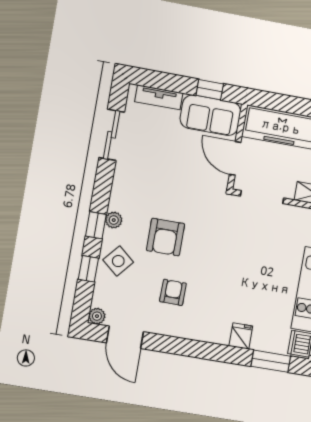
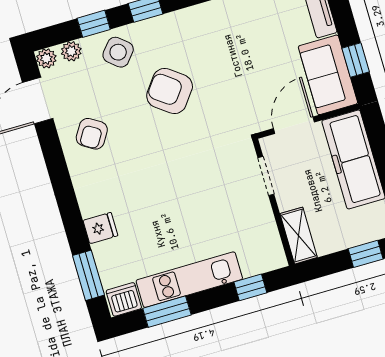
doorway: (262, 197) -> (266, 176), width x0.73
plant: (114, 220) -> (71, 51), moved
armchair: (165, 237) -> (170, 91), turned 37
armchair: (173, 292) -> (92, 134), moved, turned 121

